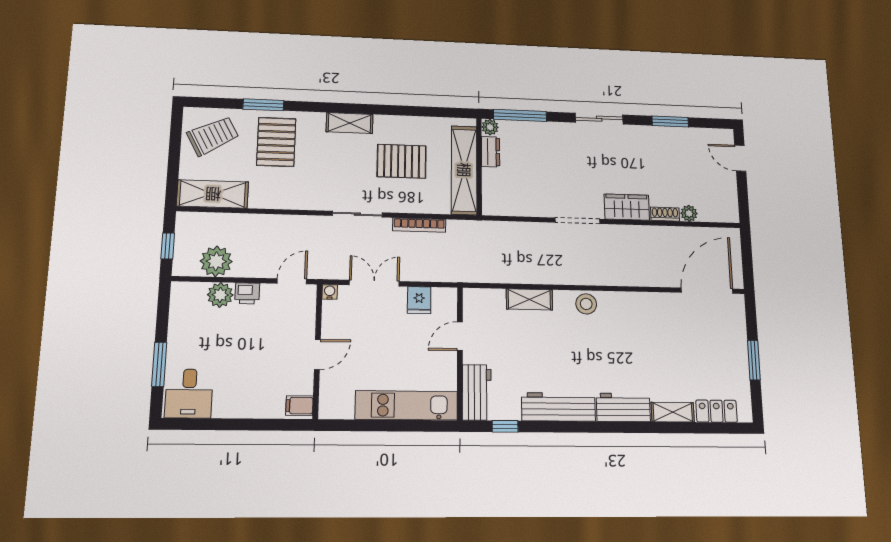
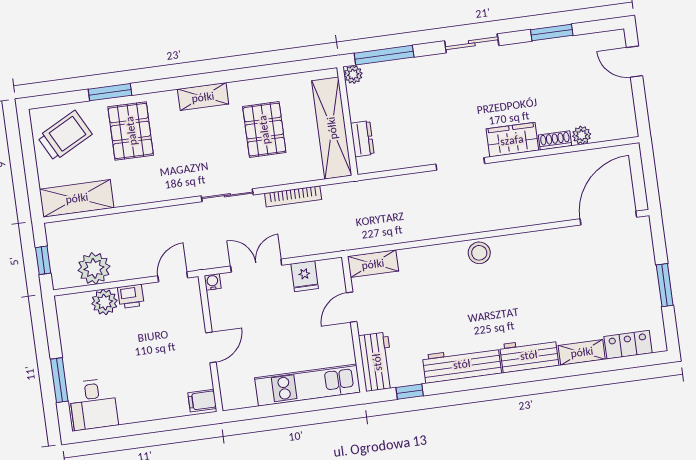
dresser: (491, 152) -> (362, 139), moved
pallet: (402, 161) -> (264, 130), turned 90
shelving: (529, 299) -> (373, 264), moved

